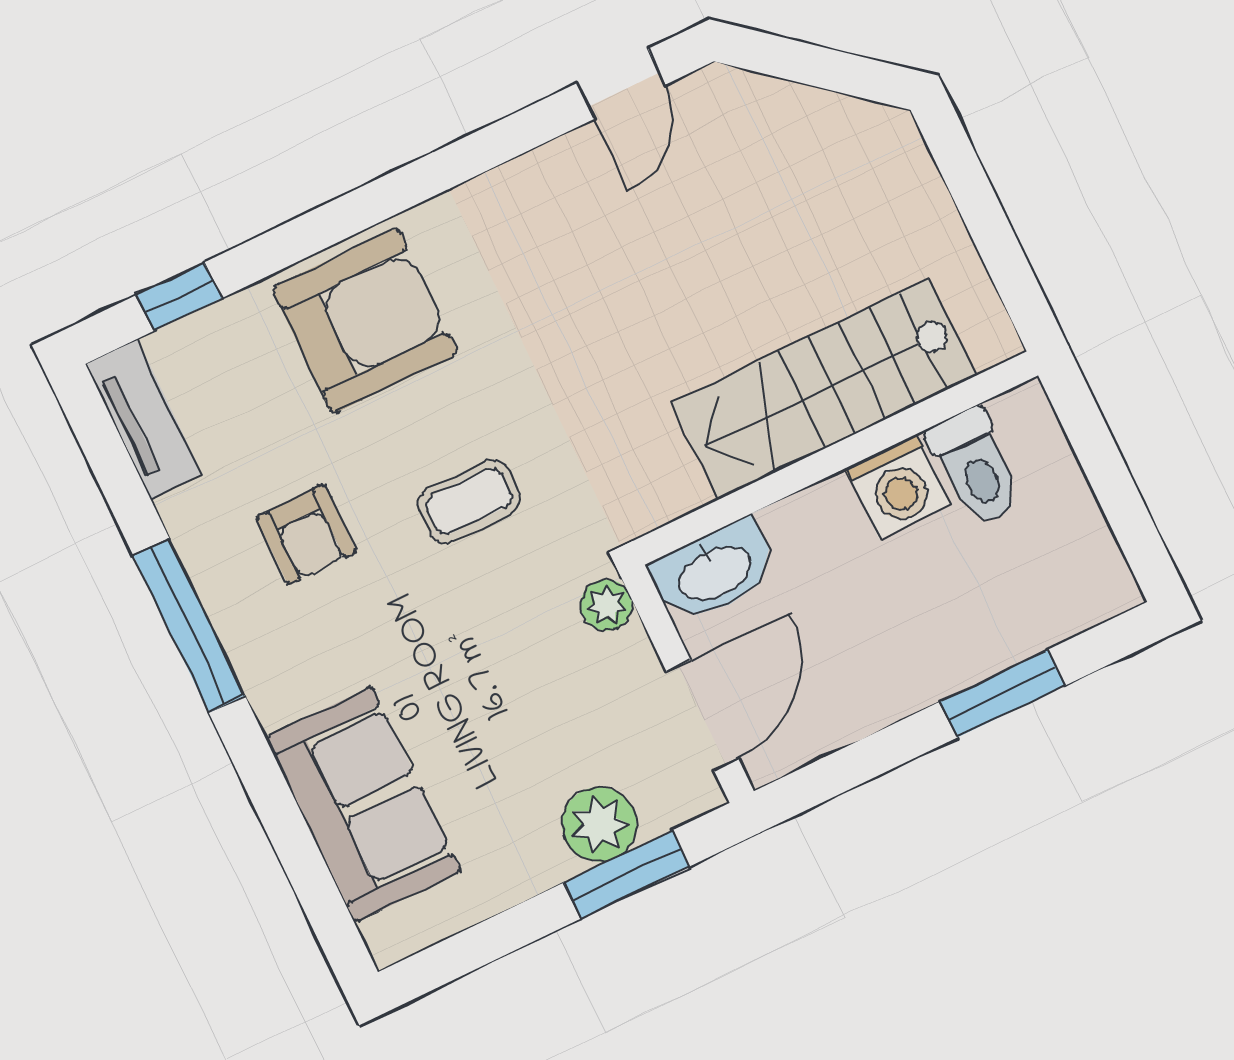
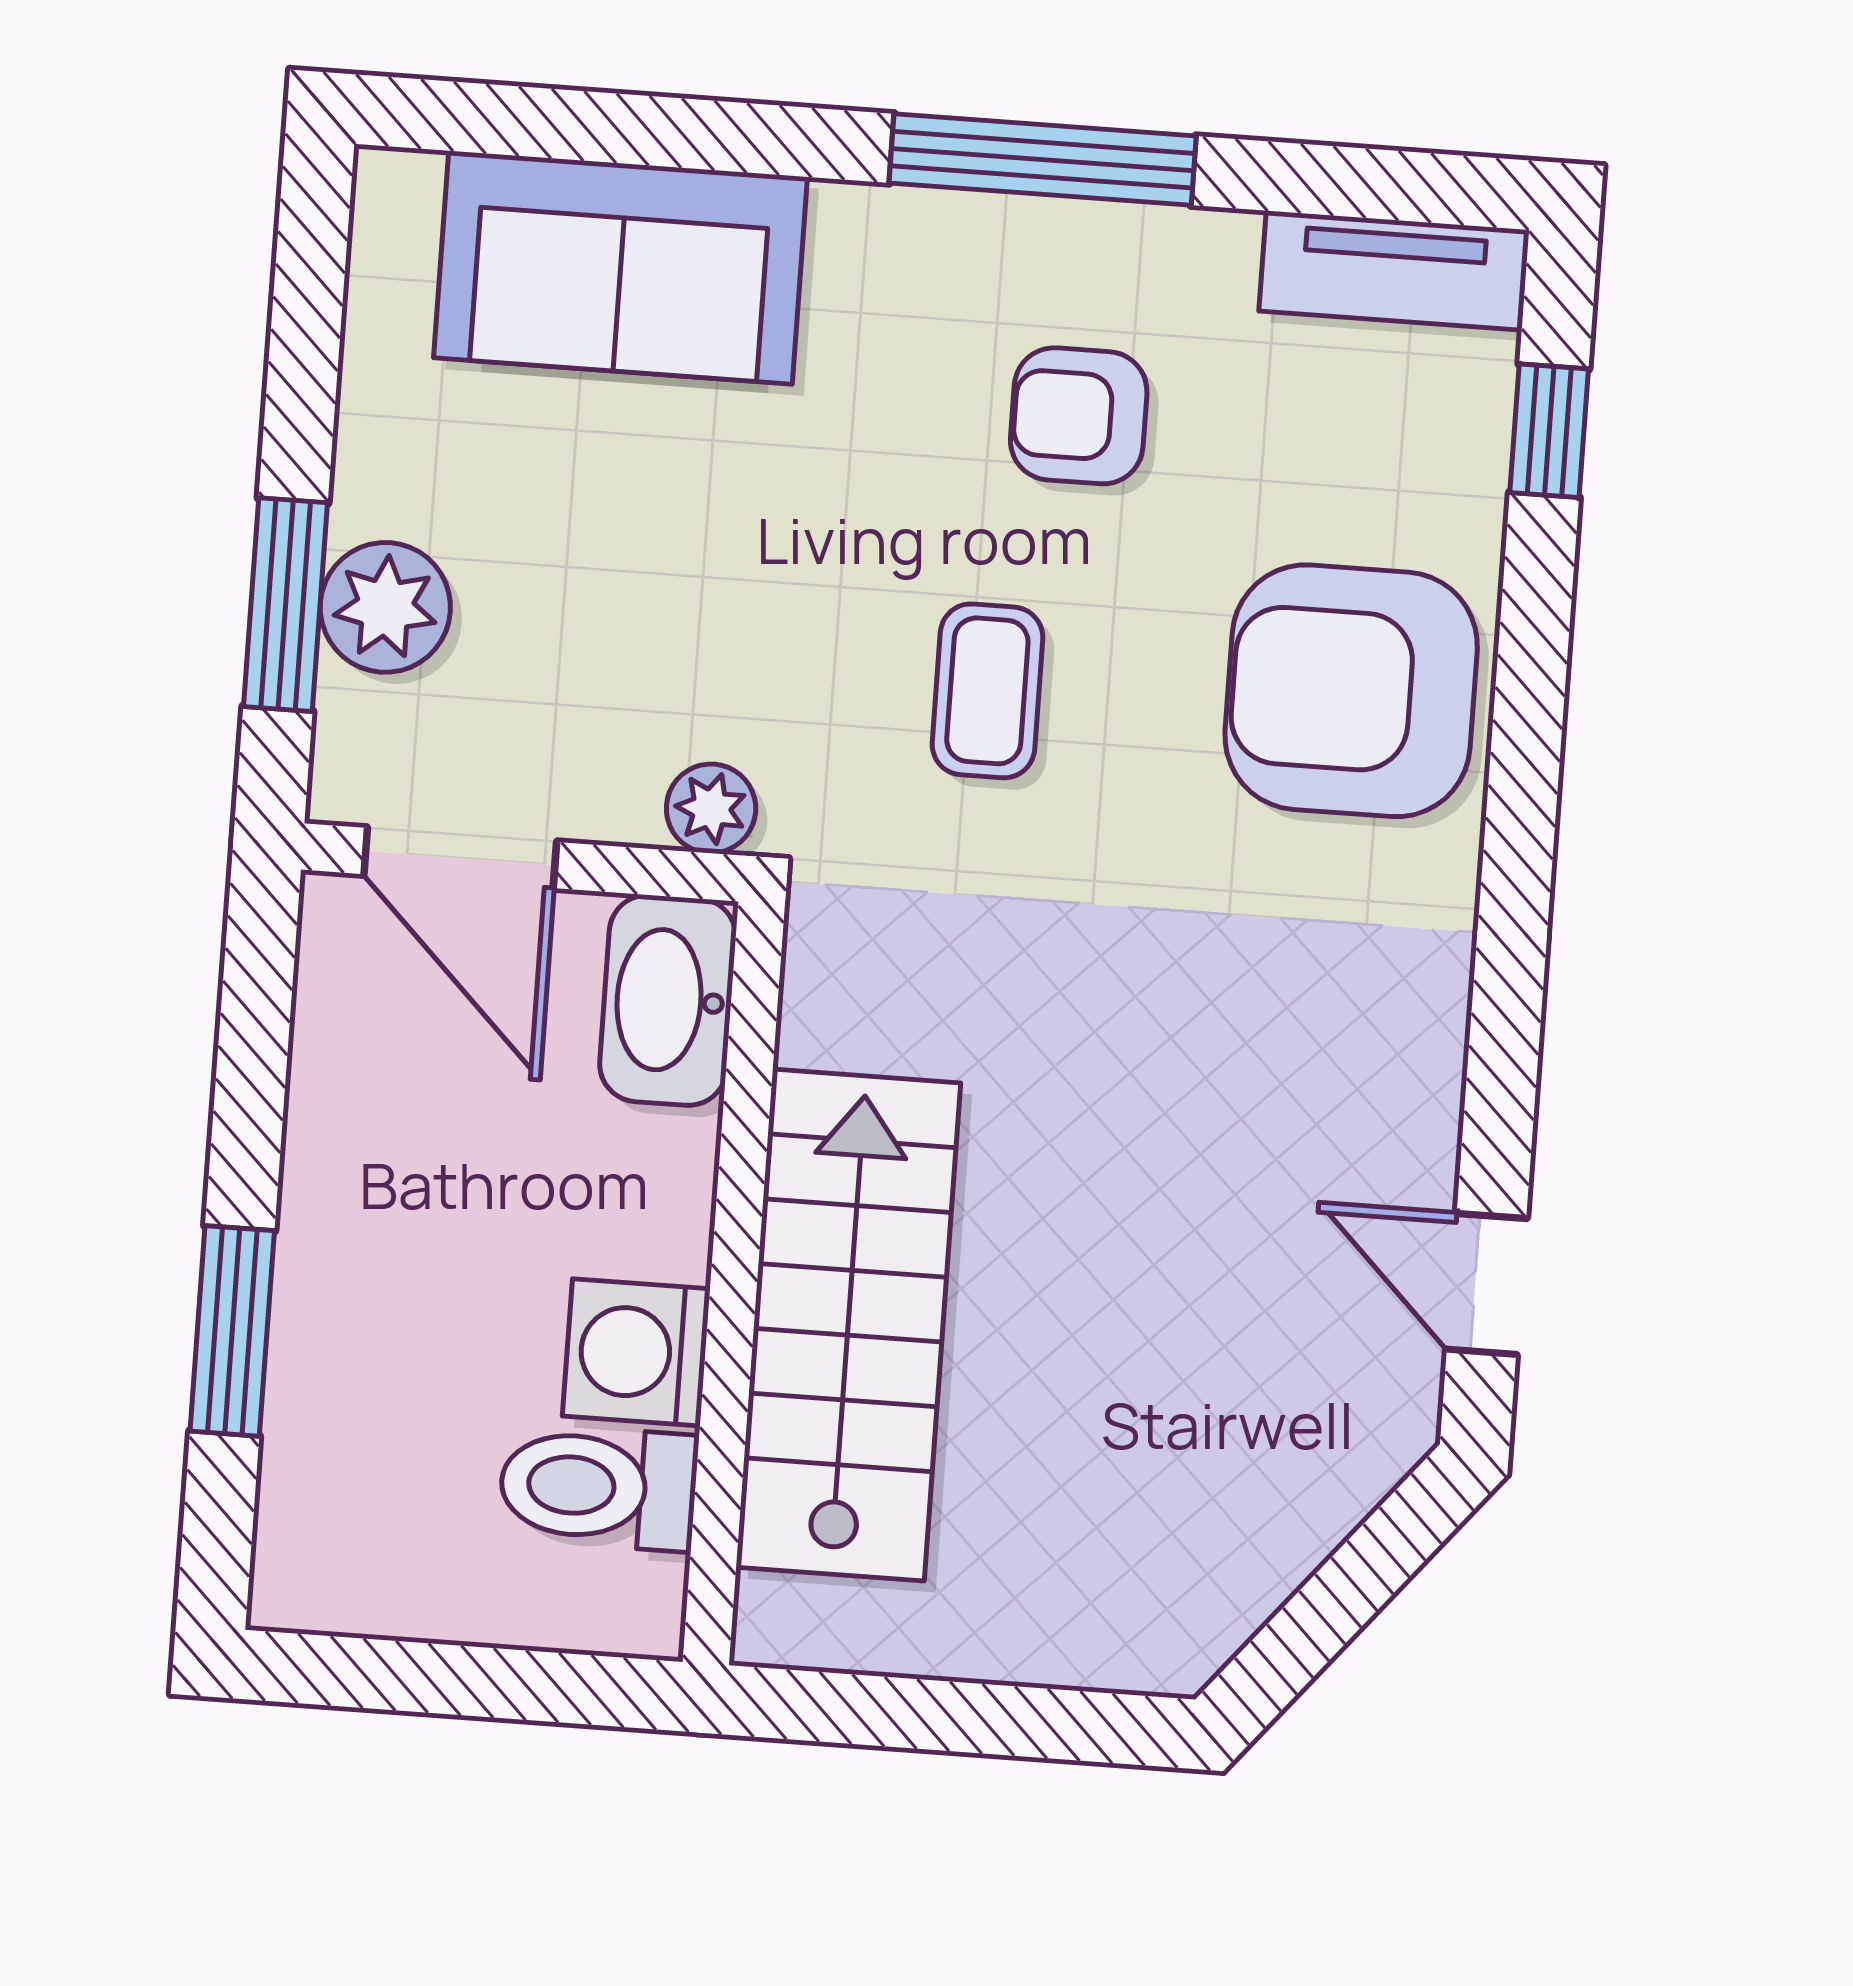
armchair: (365, 321) -> (1351, 691), turned 90

